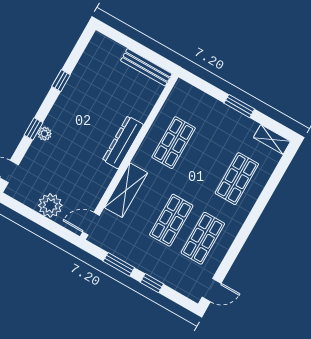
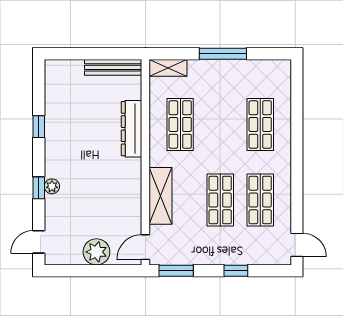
window: (239, 106) -> (223, 54), width x1.44
shelving: (272, 139) -> (168, 68), moved
dresser: (123, 142) -> (132, 129), moved
window: (119, 264) -> (176, 271), moved
door: (212, 290) -> (297, 245), hinge flipped

